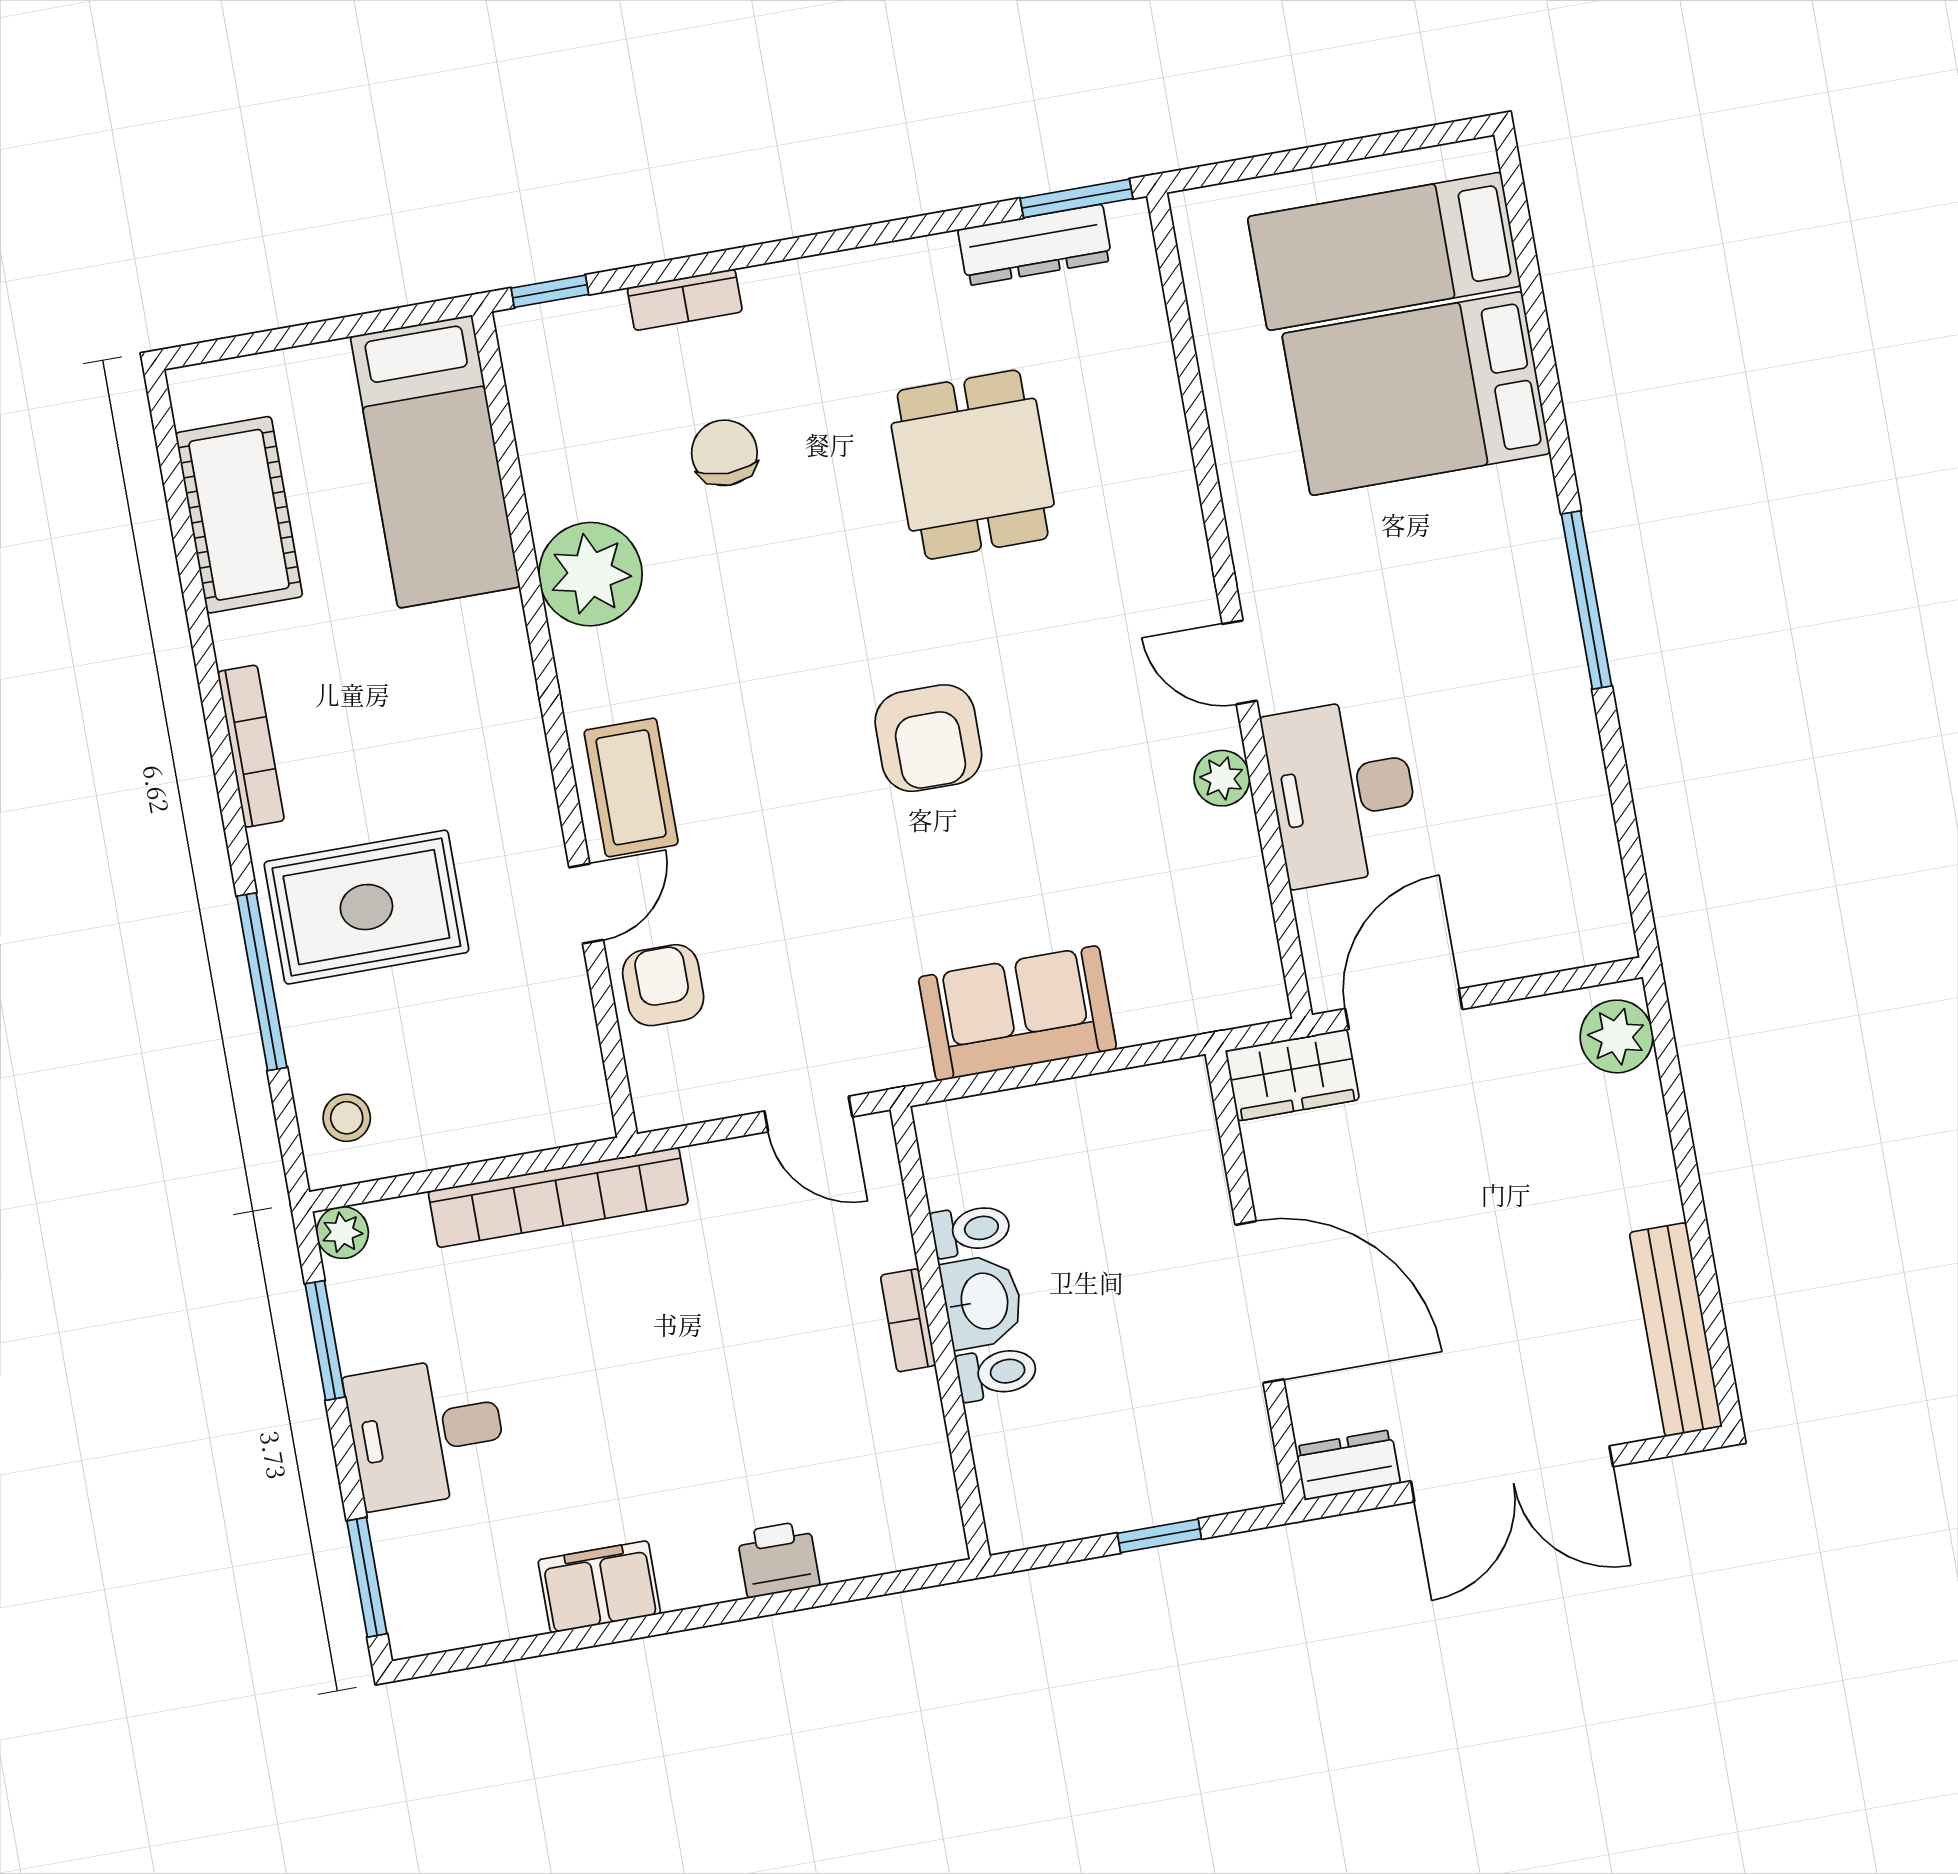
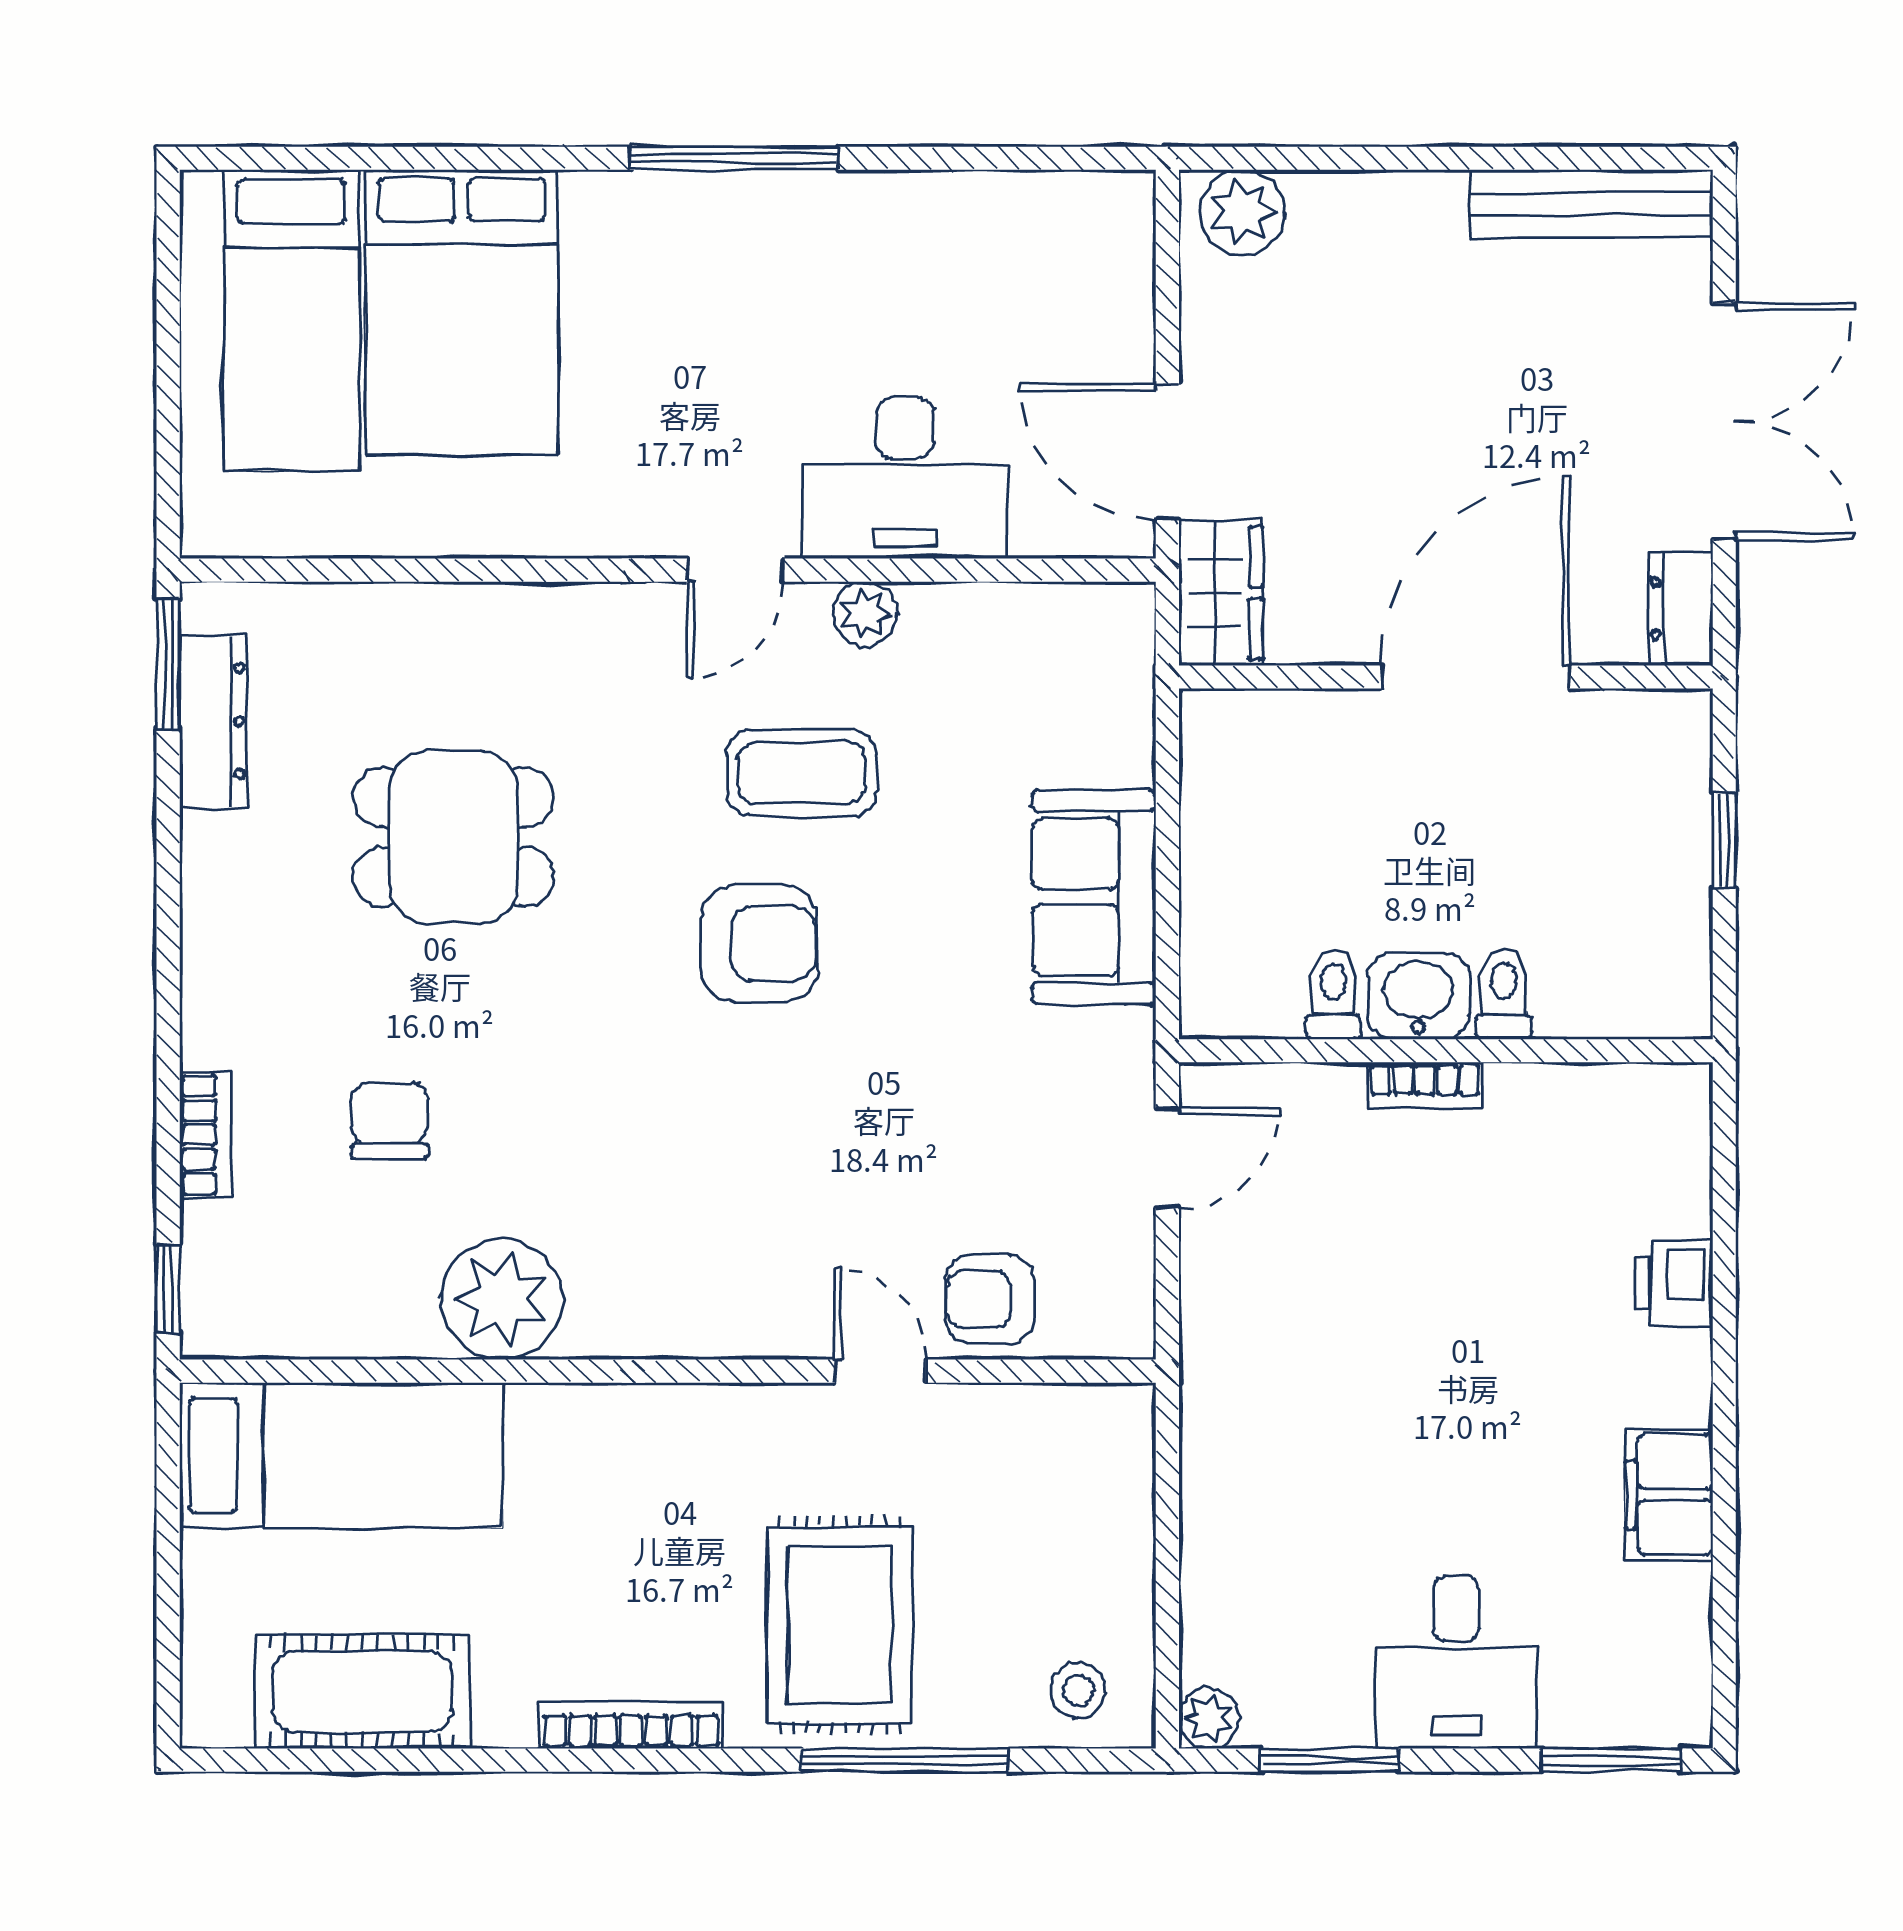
chair: (724, 453) -> (389, 1121), turned 90
coffee table: (631, 787) -> (801, 773), moved
bookcase: (558, 1197) -> (1213, 1463), removed

